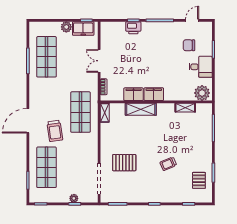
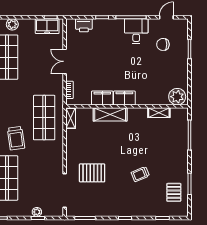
plant: (66, 27) -> (12, 24), moved
printer: (133, 28) -> (84, 25), moved
desk: (201, 67) -> (136, 31), moved, turned -90

